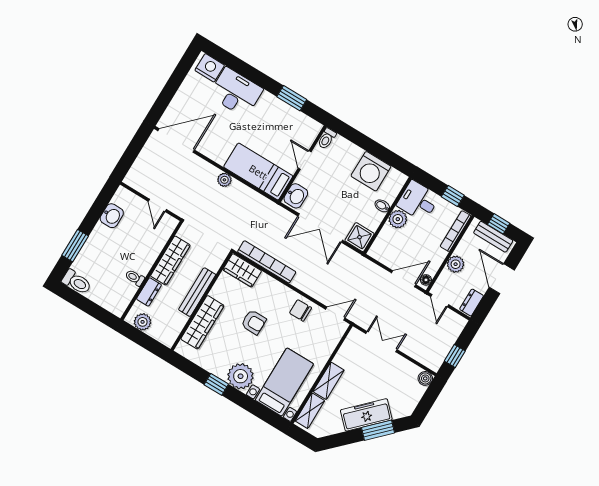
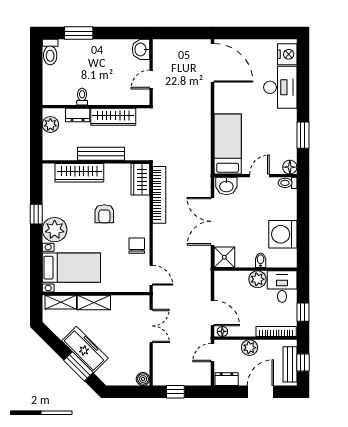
floor lamp: (314, 128) -> (290, 167), added
plant: (224, 180) -> (204, 121), removed
washbasin: (112, 216) -> (141, 49), moved, turned 90

